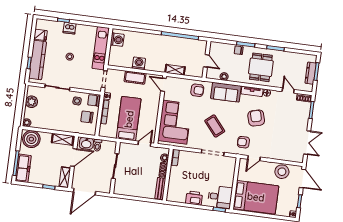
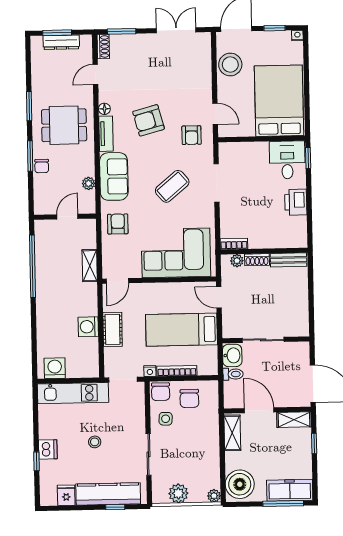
washbasin: (86, 143) -> (232, 355), moved

